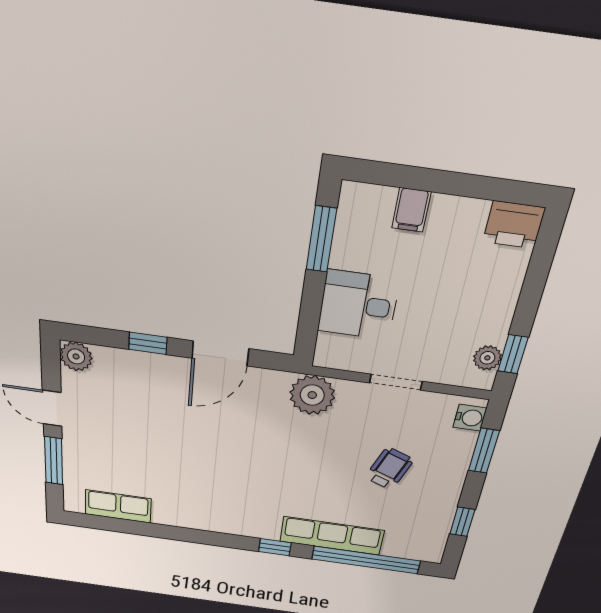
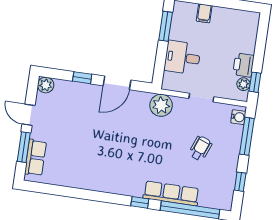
printer: (514, 225) -> (243, 65), moved, turned 90
window: (484, 451) -> (247, 136), width x1.44
row of seats: (118, 506) -> (36, 158), moved, turned 90

